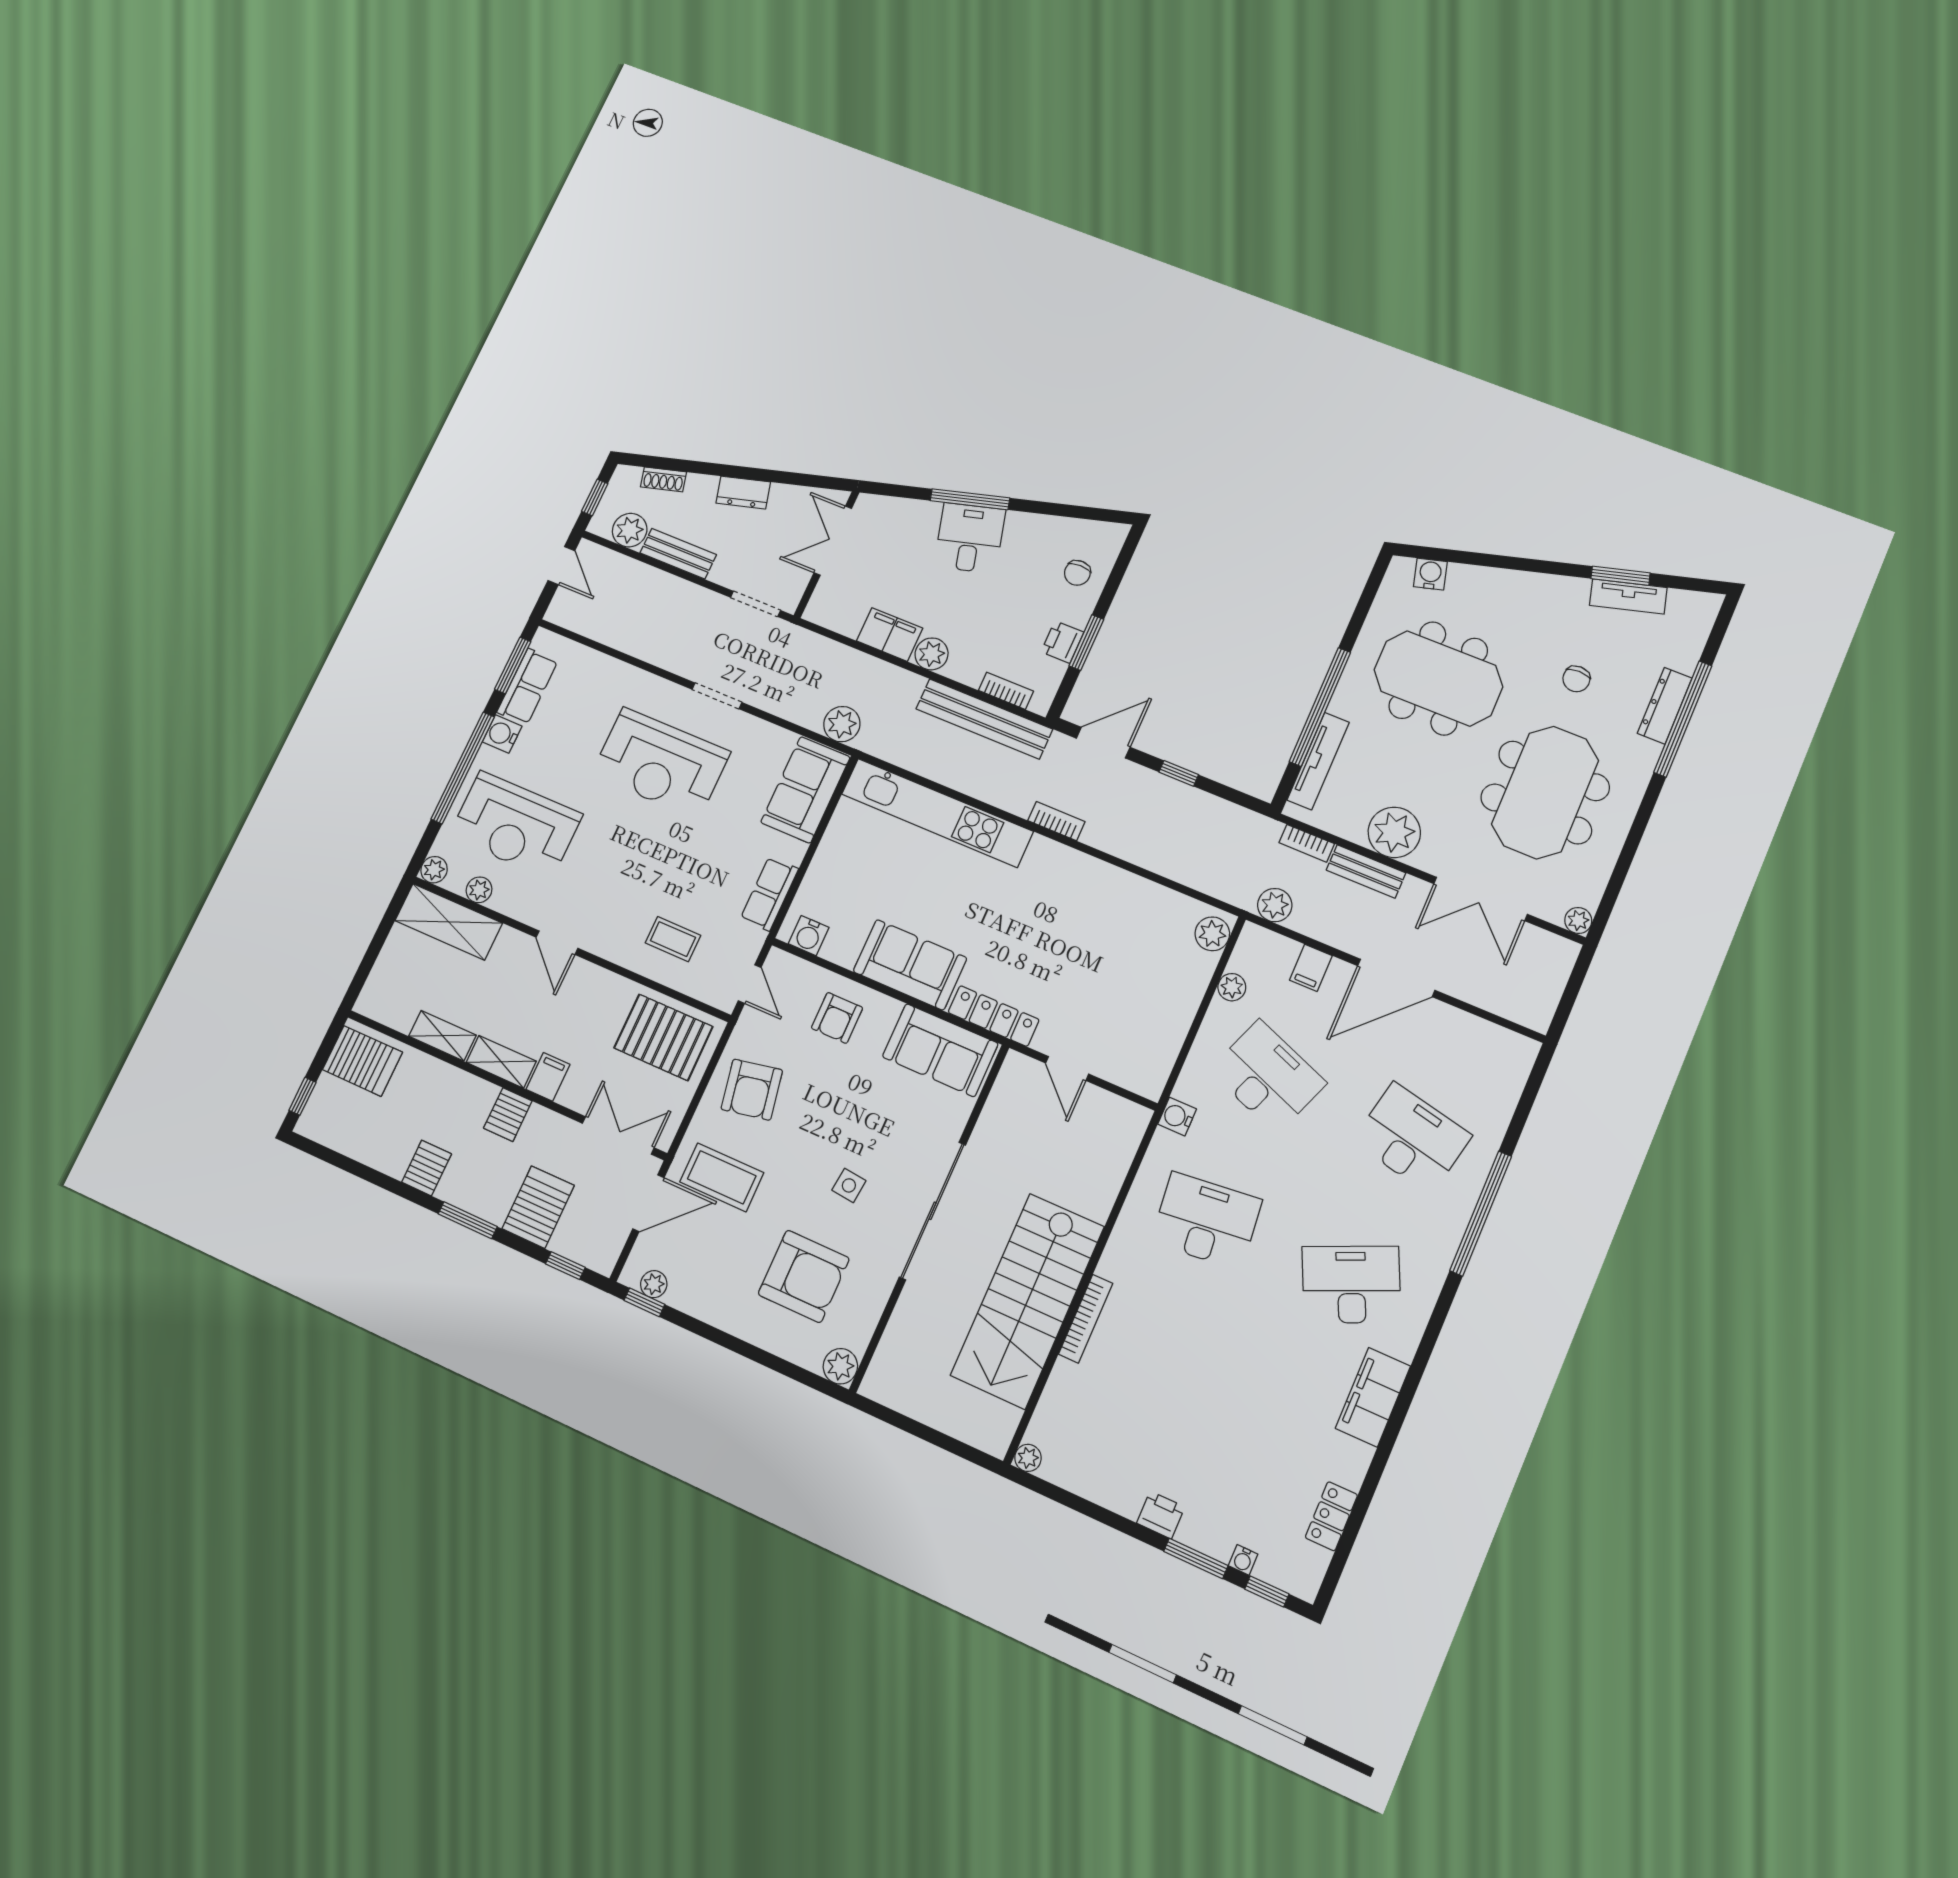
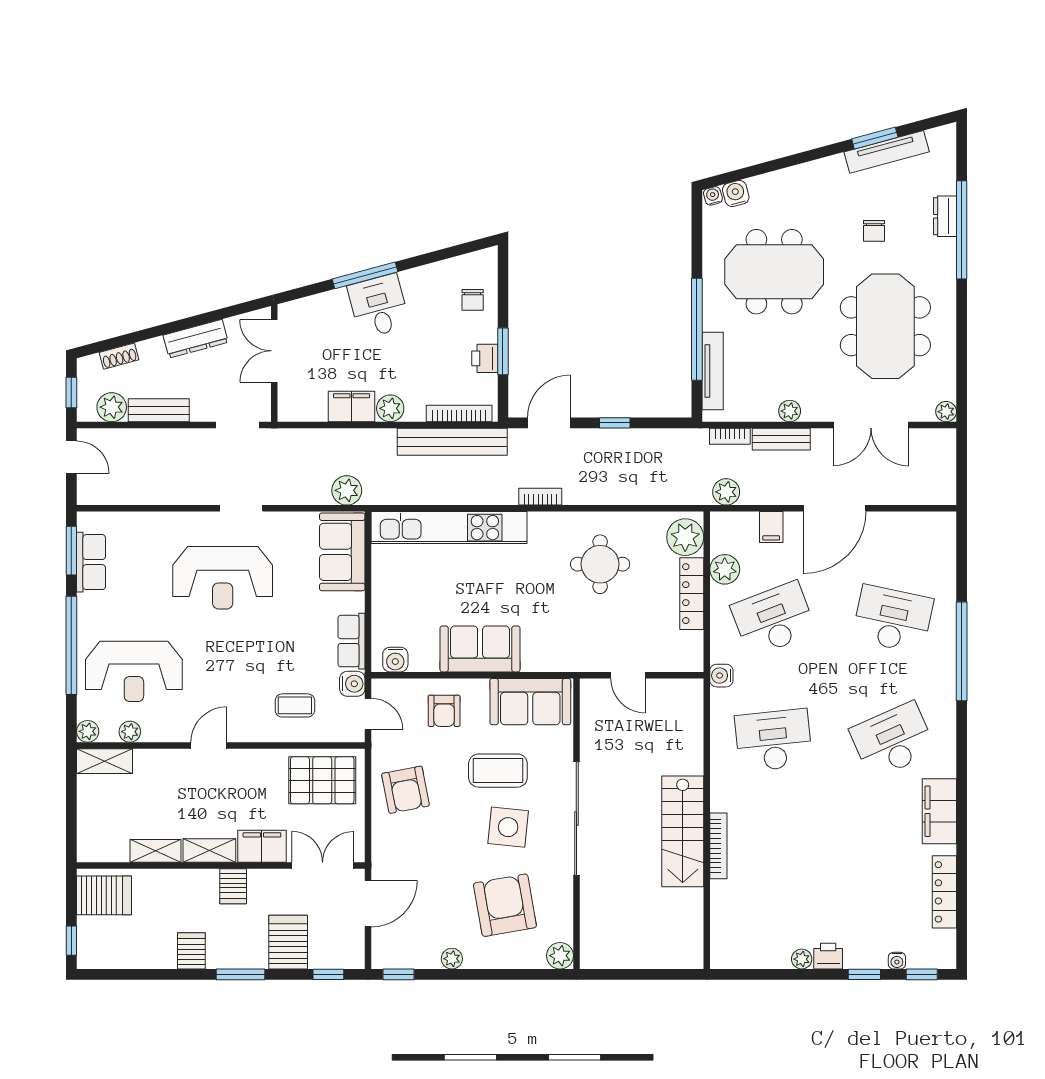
dresser: (743, 492) -> (196, 339), width x1.44
water cooler: (1402, 567) -> (713, 196), added
tv unit: (1628, 596) -> (887, 152), width x1.41
bookcase: (1006, 691) -> (459, 413), width x1.56
dresser: (1665, 706) -> (945, 216), width x0.70
water cooler: (502, 734) -> (352, 684), moved, turned 180
plant: (1394, 832) -> (790, 411), width x0.53, depth x0.53
shelving: (449, 922) -> (104, 761), width x0.67, depth x0.75
round table: (1091, 926) -> (600, 564), added
plant: (1212, 934) -> (685, 537), width x1.36, depth x1.36
door: (557, 943) -> (209, 746), swing flipped
plant: (1232, 987) -> (725, 569), width x1.38, depth x1.38
locker: (994, 1016) -> (692, 594), moved, turned -90
filing cabinet: (548, 1077) -> (262, 846), width x2.00
desk: (1268, 1077) -> (774, 619), turned -42
coffee table: (722, 1177) -> (498, 771), moved
side table: (849, 1185) -> (508, 827), width x1.87, depth x1.87
armchair: (804, 1276) -> (505, 905), turned -100
plant: (654, 1284) -> (452, 959), moved
stairs: (1028, 1301) -> (683, 831), width x0.73, depth x0.66
plant: (1028, 1458) -> (802, 959), moved
locker: (1331, 1516) -> (944, 892), width x1.53
window: (1196, 1558) -> (864, 974), width x0.67

